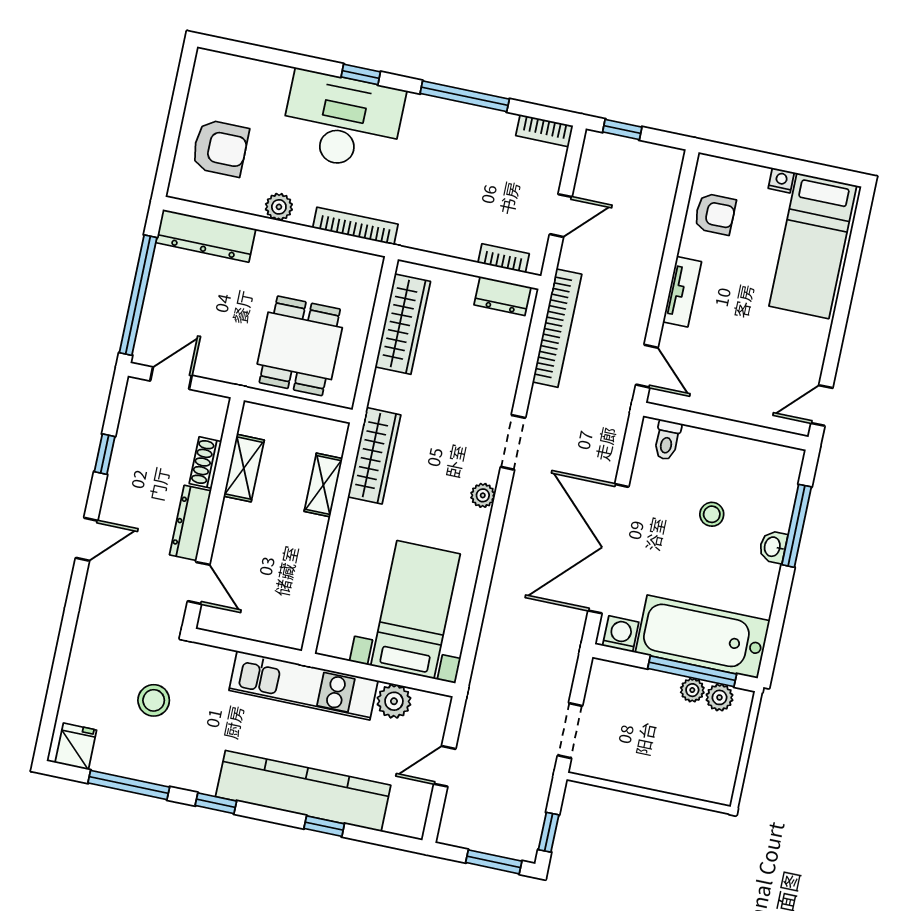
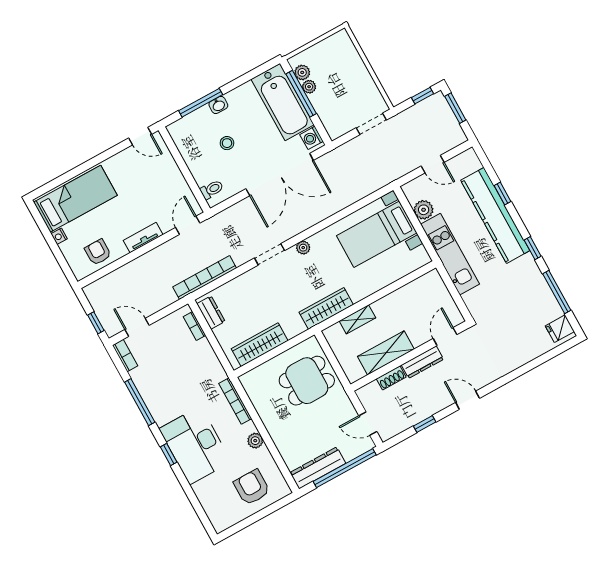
door: (561, 216) -> (137, 327), moved
dresser: (206, 236) -> (318, 468), moved, turned -90
shelving: (244, 468) -> (386, 353), width x1.50, depth x1.33
stool: (154, 700) -> (512, 312), removed

